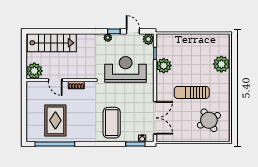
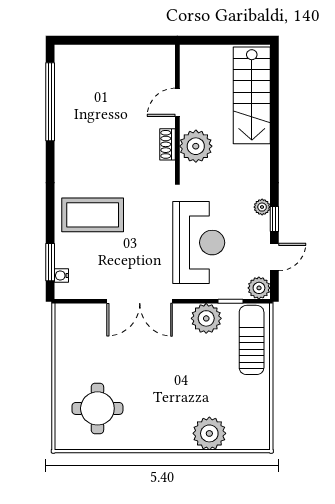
plant: (34, 71) -> (196, 146), moved
sun lounger: (192, 92) -> (252, 340), moved
double door: (155, 118) -> (140, 301), moved
rug: (55, 120) -> (97, 103), removed
round table: (209, 120) -> (97, 408), turned 30

